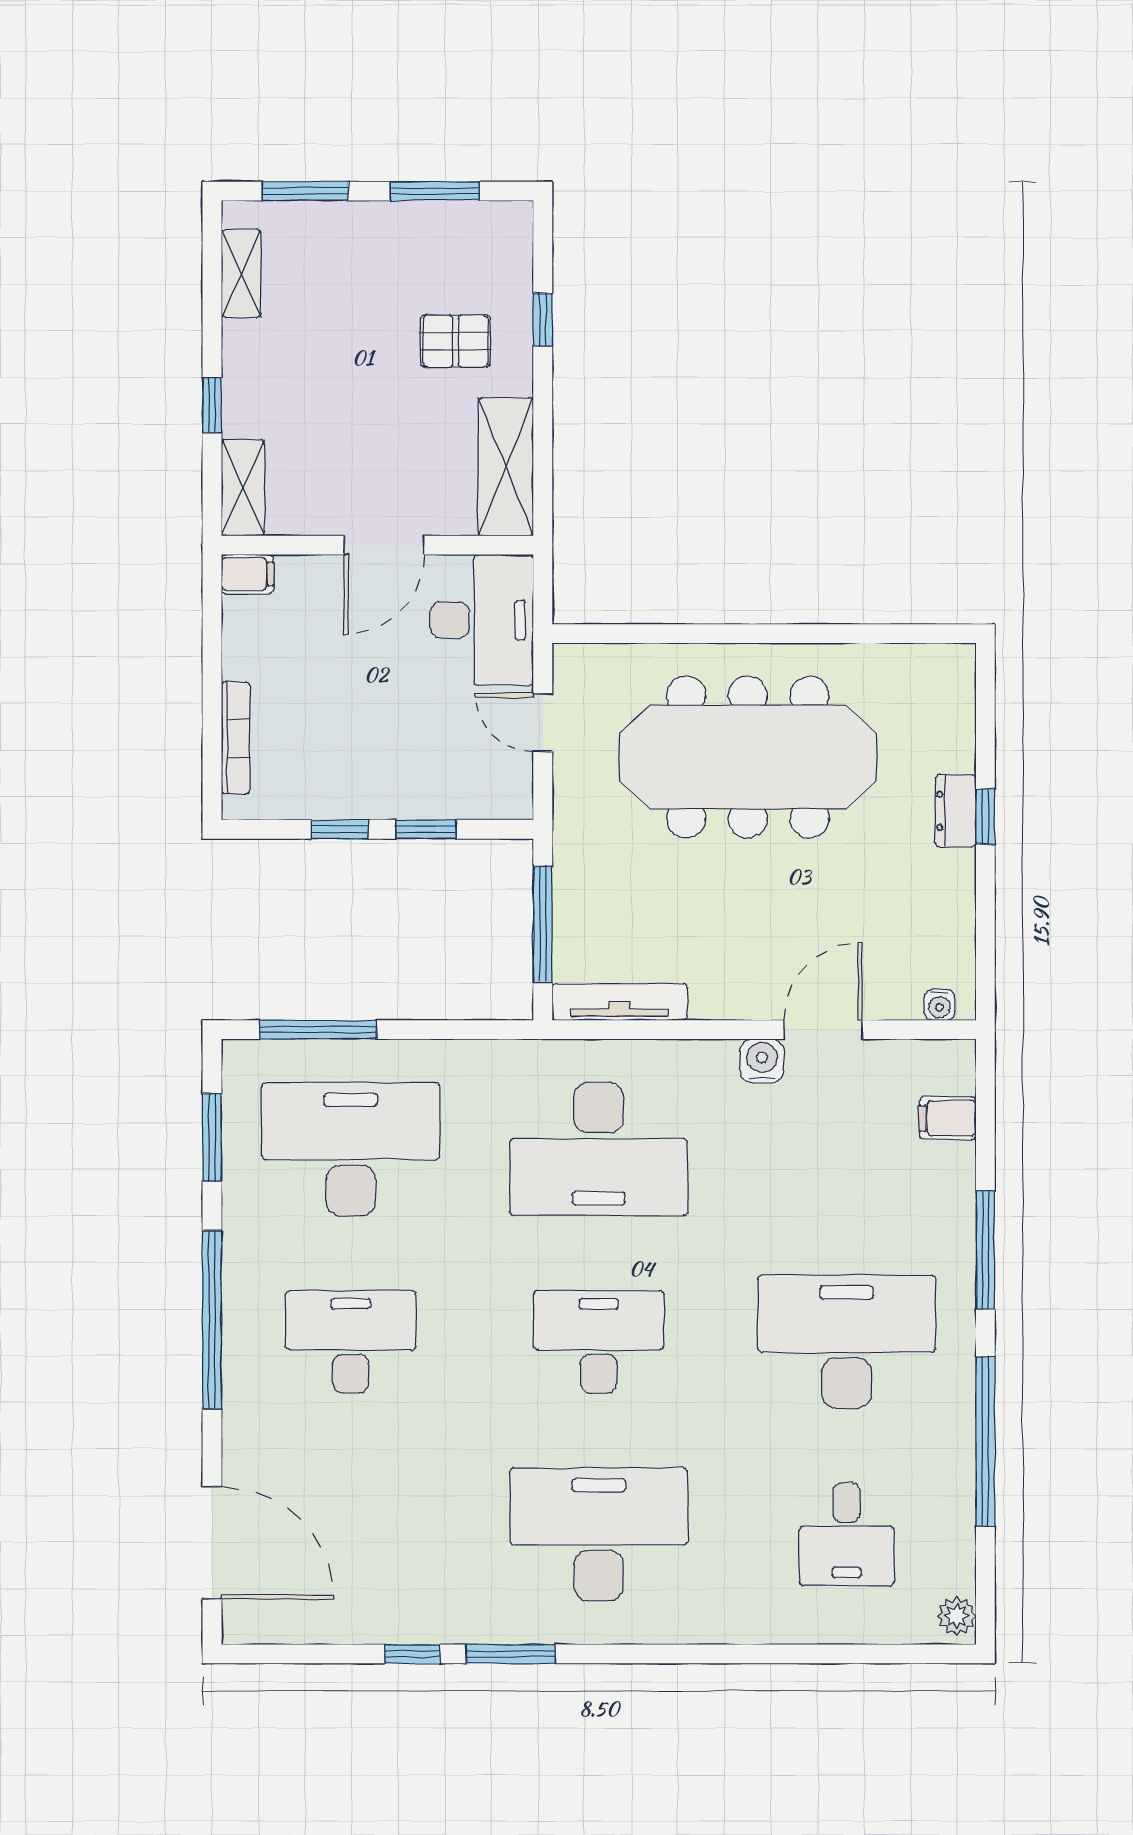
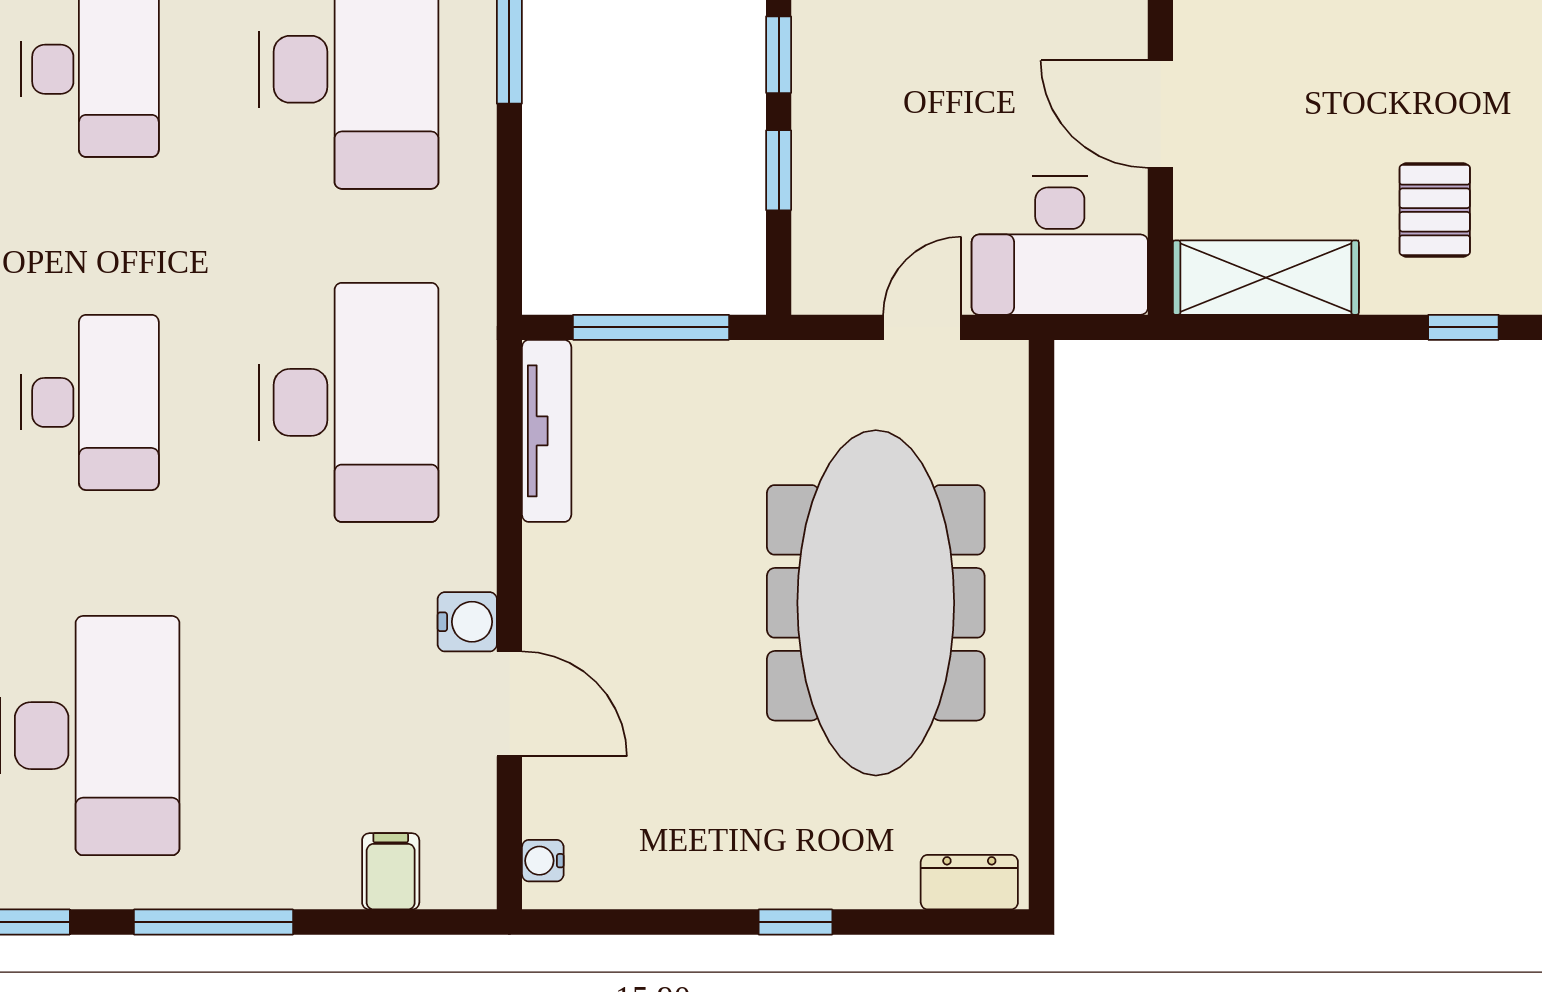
dresser: (956, 811) -> (969, 882), moved
desk: (599, 1149) -> (349, 402), turned 180

